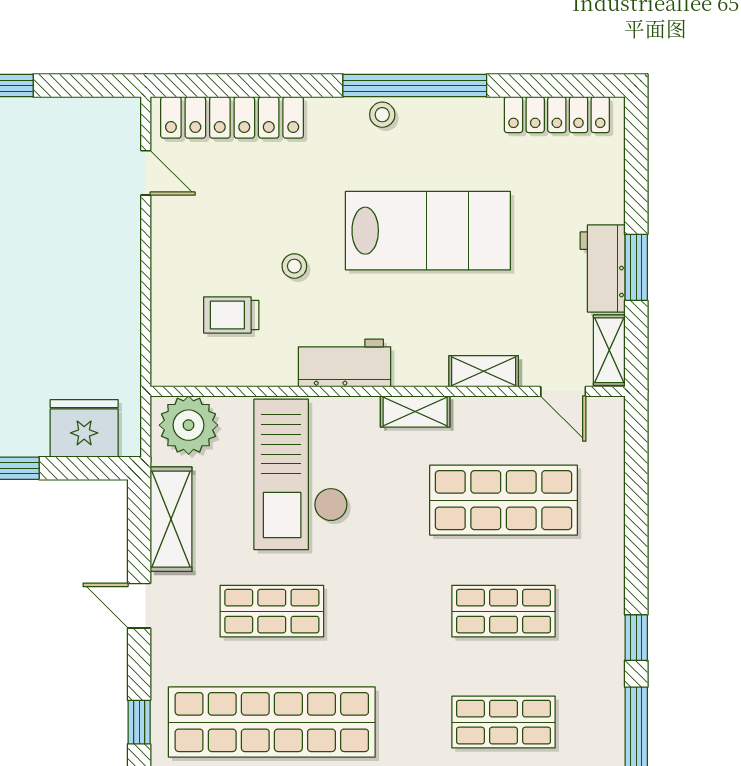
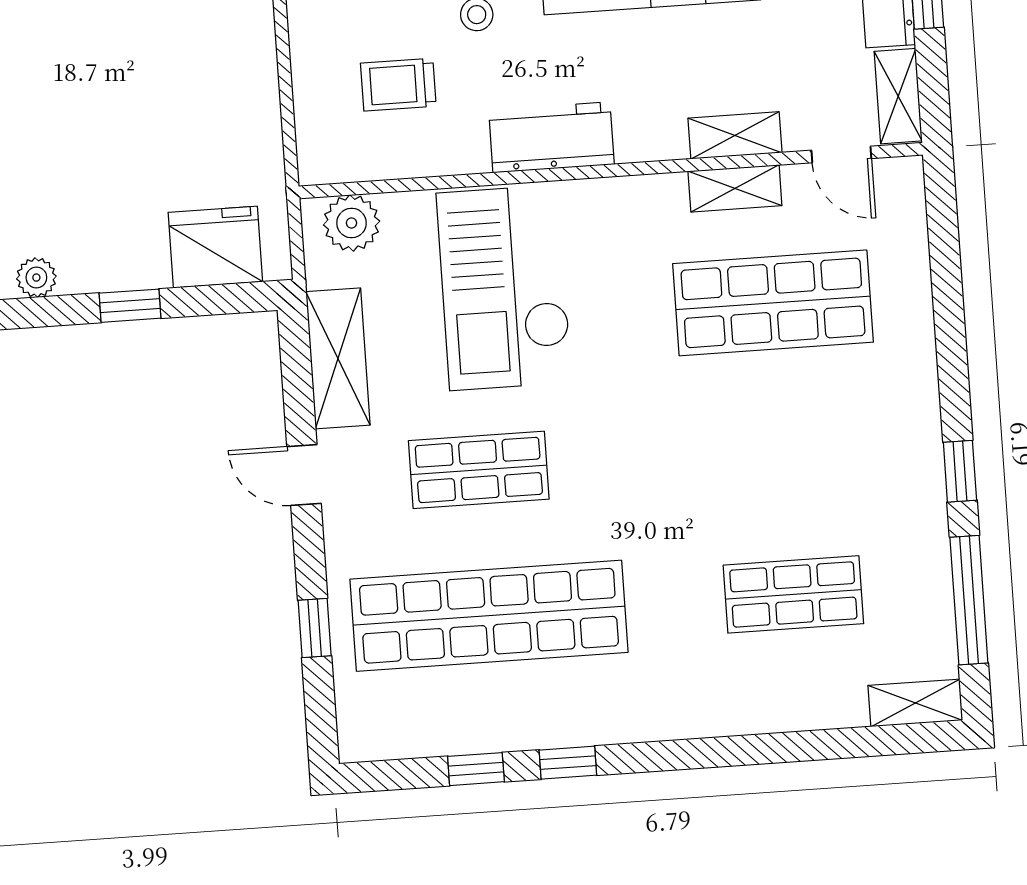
shelving: (415, 411) -> (735, 188), moved
plant: (189, 425) -> (352, 223), width x0.73, depth x0.73
shop shelf: (504, 611) -> (783, 449), removed

